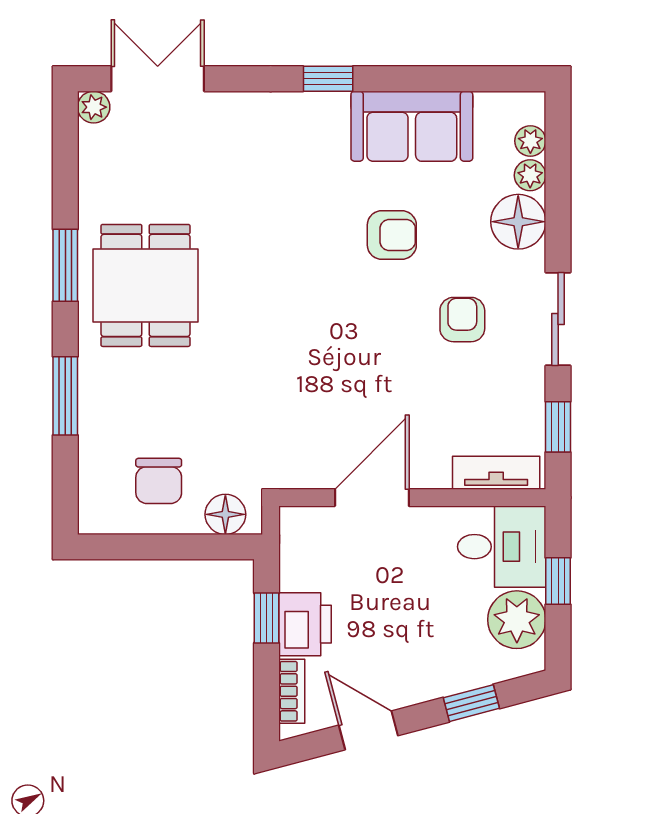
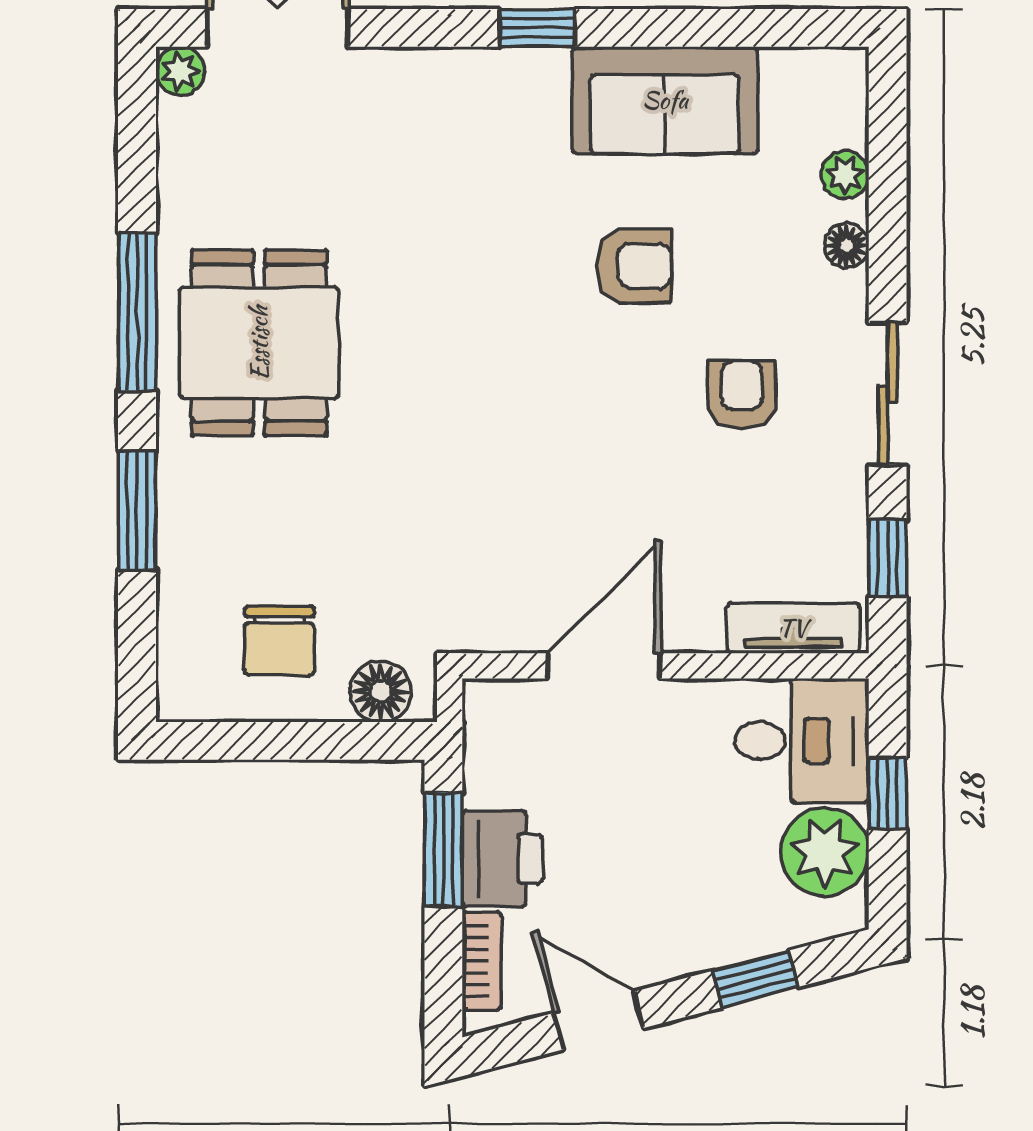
plant: (530, 141) -> (845, 123), removed
floor lamp: (518, 222) -> (847, 246), width x0.53, depth x0.53
window: (65, 265) -> (137, 312), width x1.44
window: (267, 618) -> (443, 849), width x1.50

